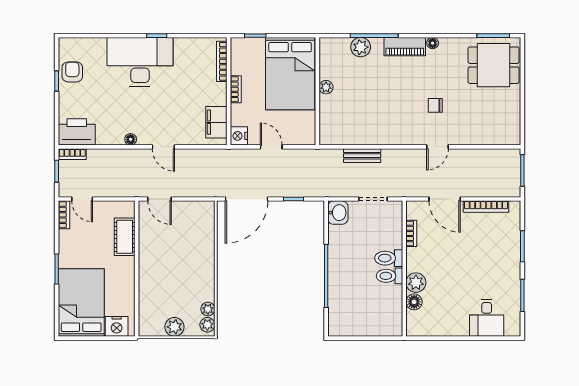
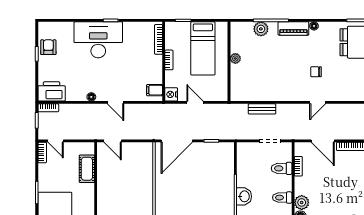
bed: (290, 74) -> (203, 48), width x0.67
filing cabinet: (216, 122) -> (155, 90), width x0.50
washbasin: (338, 213) -> (244, 196), moved
toilet: (389, 258) -> (282, 168), moved

